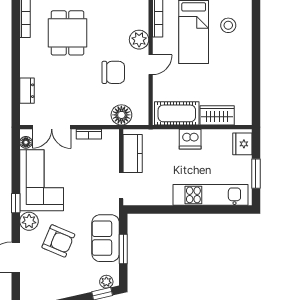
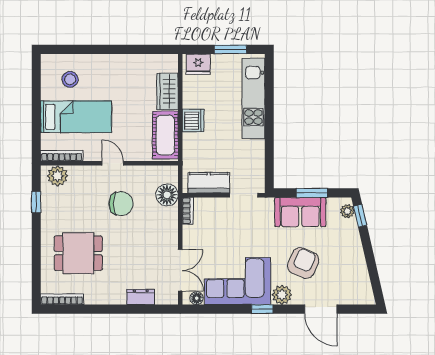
plant: (139, 40) -> (58, 176), moved
chair: (113, 72) -> (121, 204), turned 90
bookcase: (89, 134) -> (188, 211), moved

